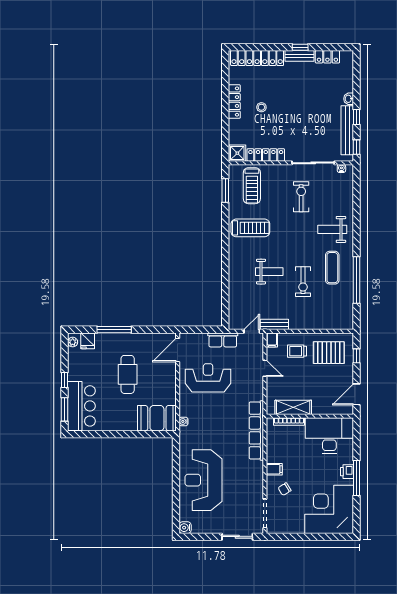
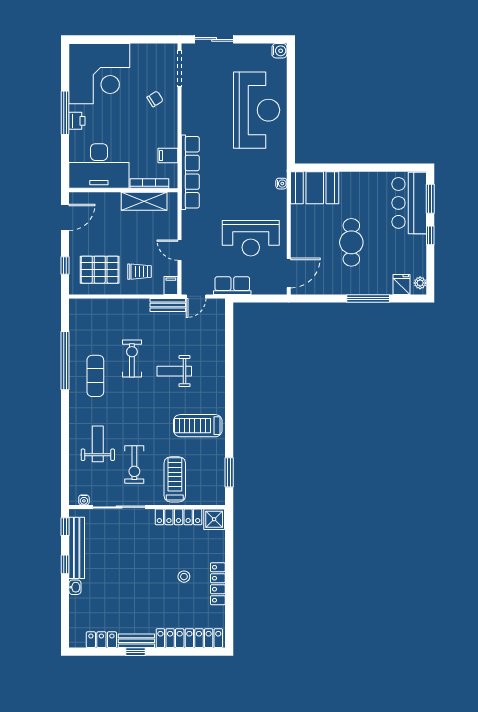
treadmill: (252, 186) -> (175, 479), moved
weight bench: (332, 229) -> (98, 444), moved, turned -90
filing cabinet: (274, 469) -> (168, 156), moved

